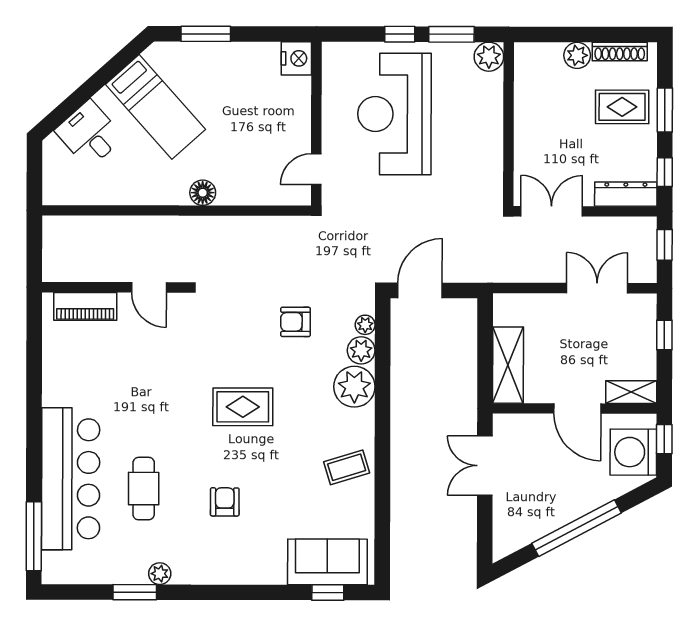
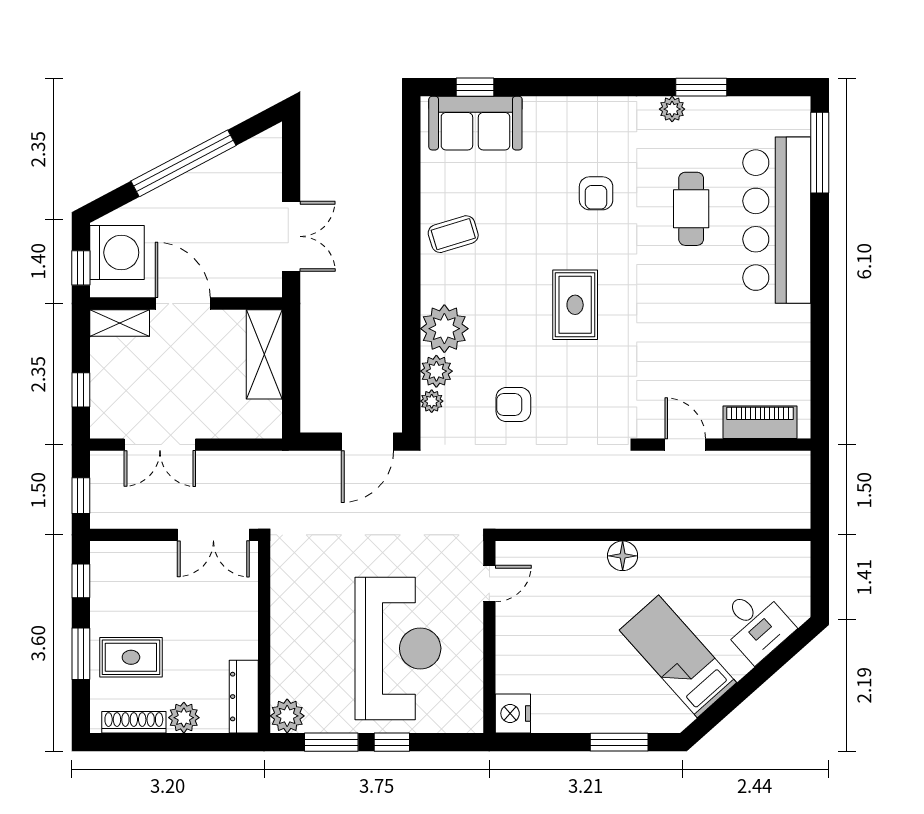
dresser: (626, 194) -> (244, 697), moved, turned 90
armchair: (296, 322) -> (513, 405), turned 180
rug: (243, 407) -> (575, 305), turned 90

